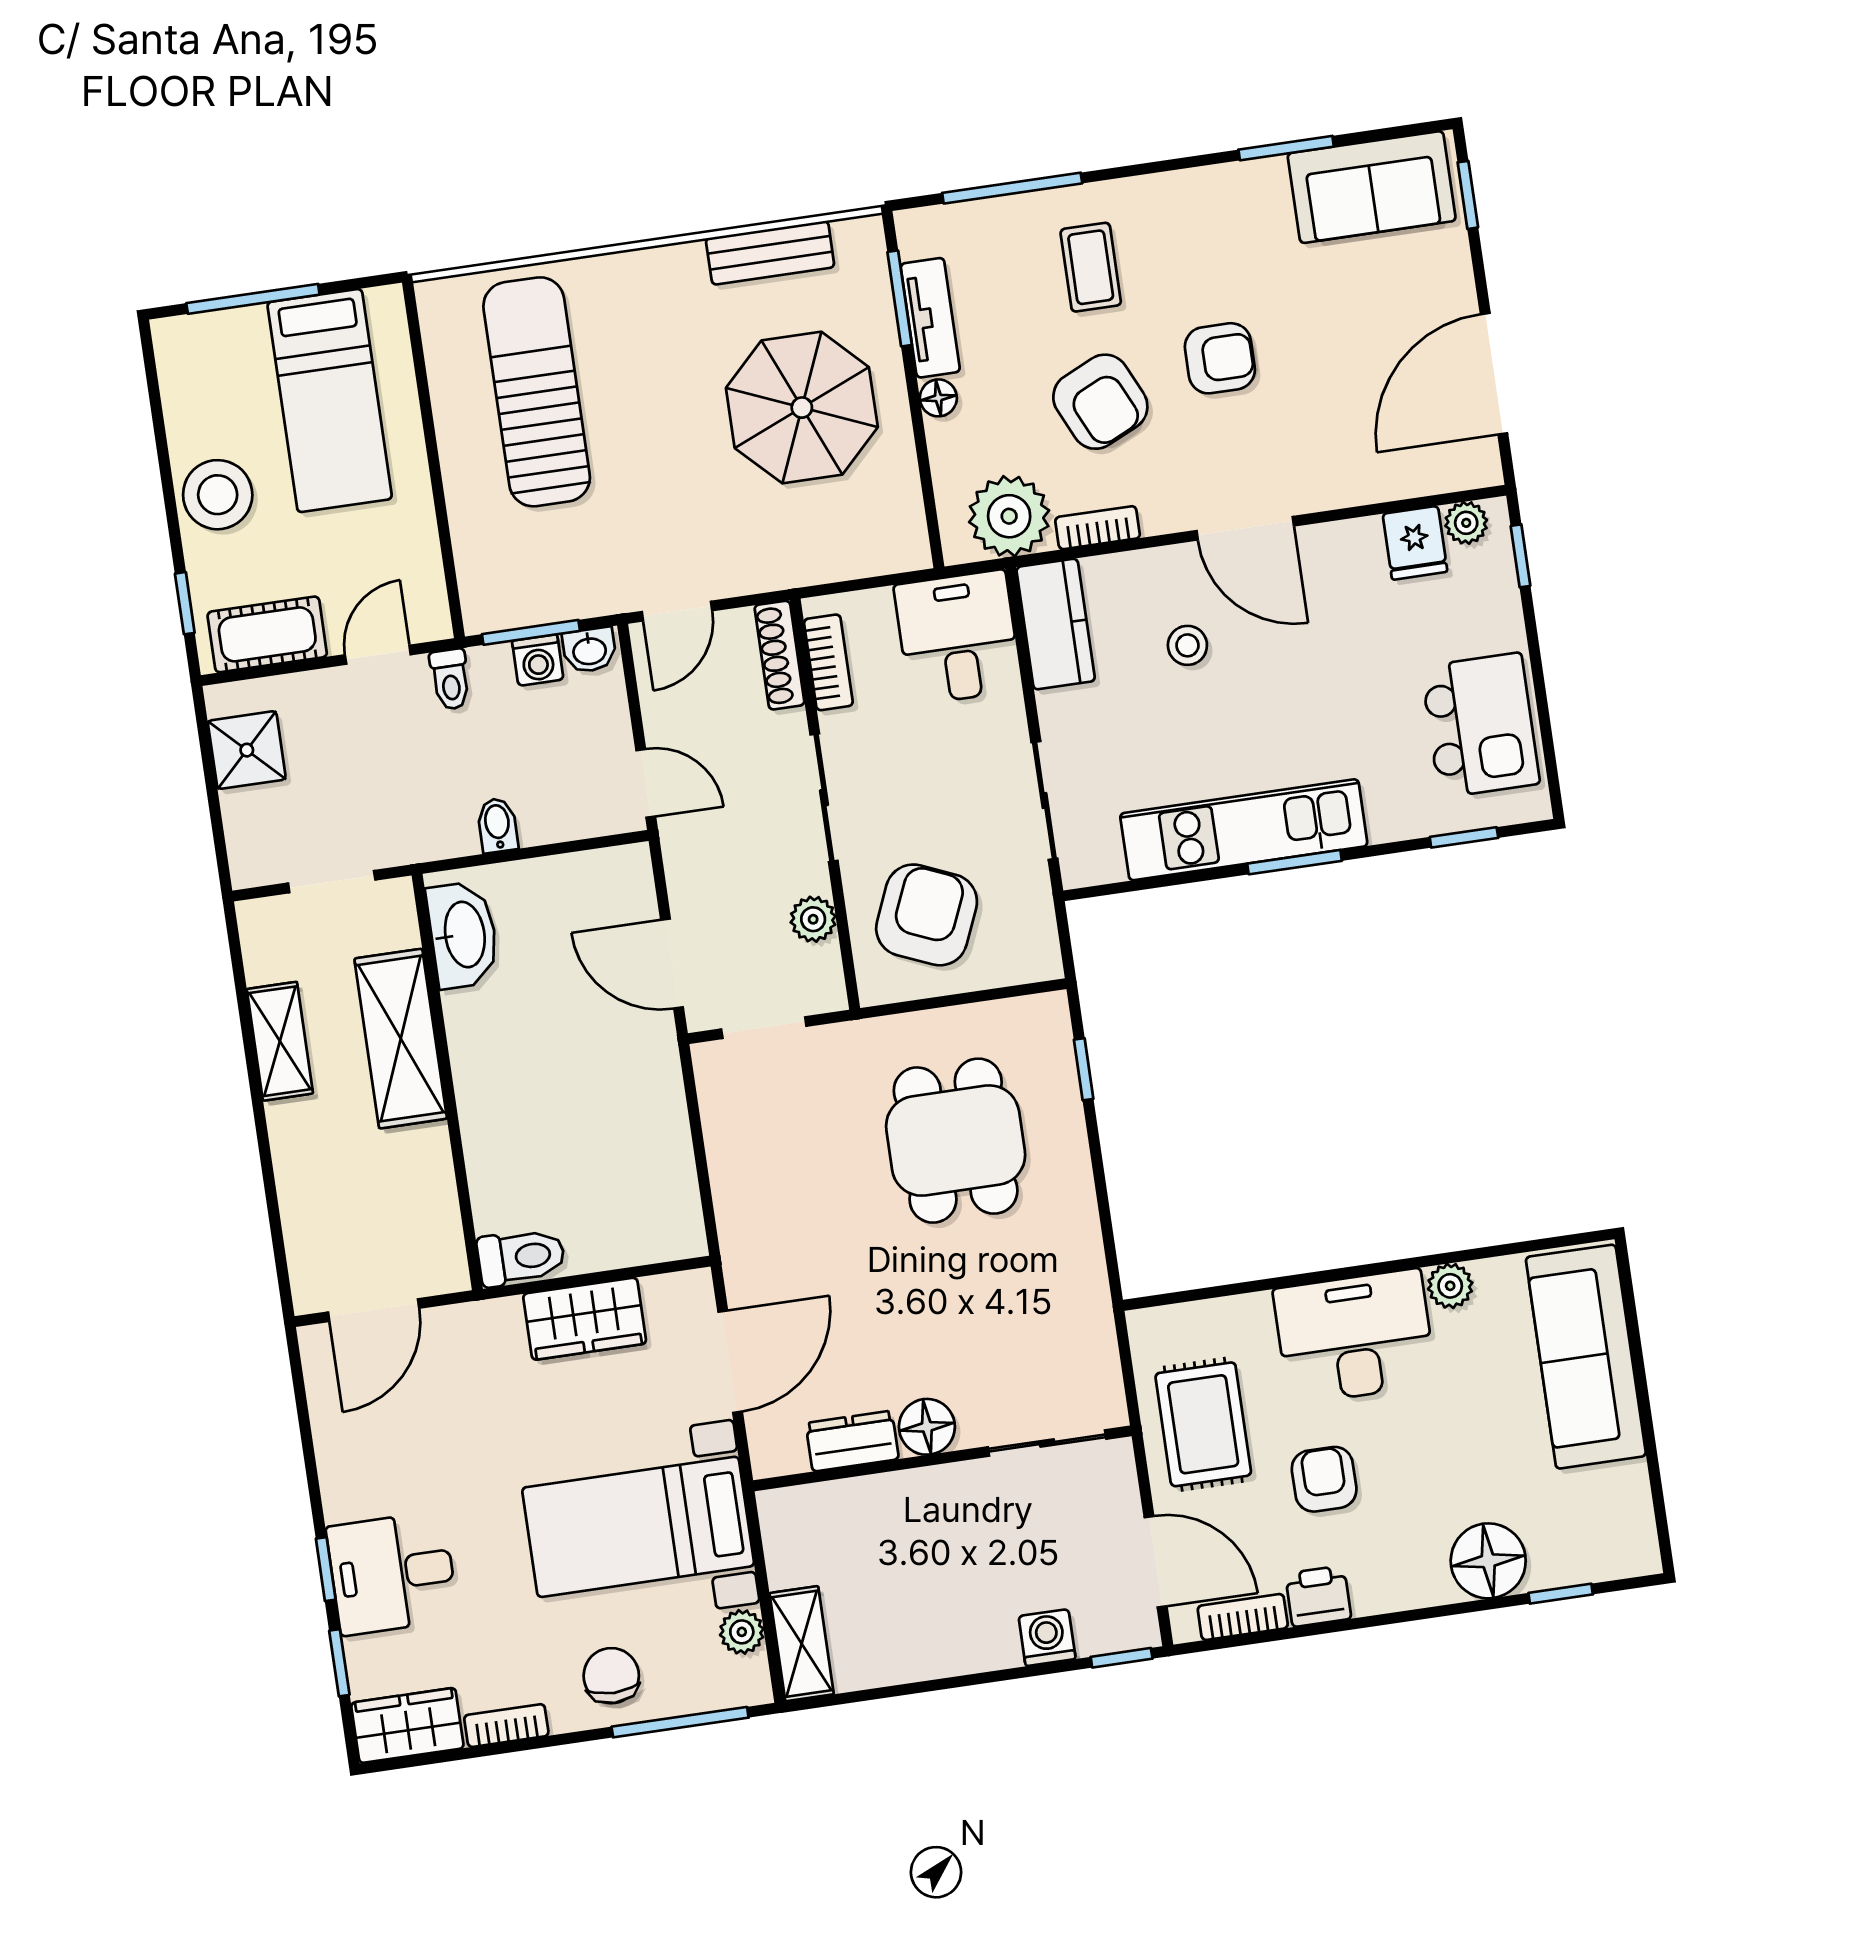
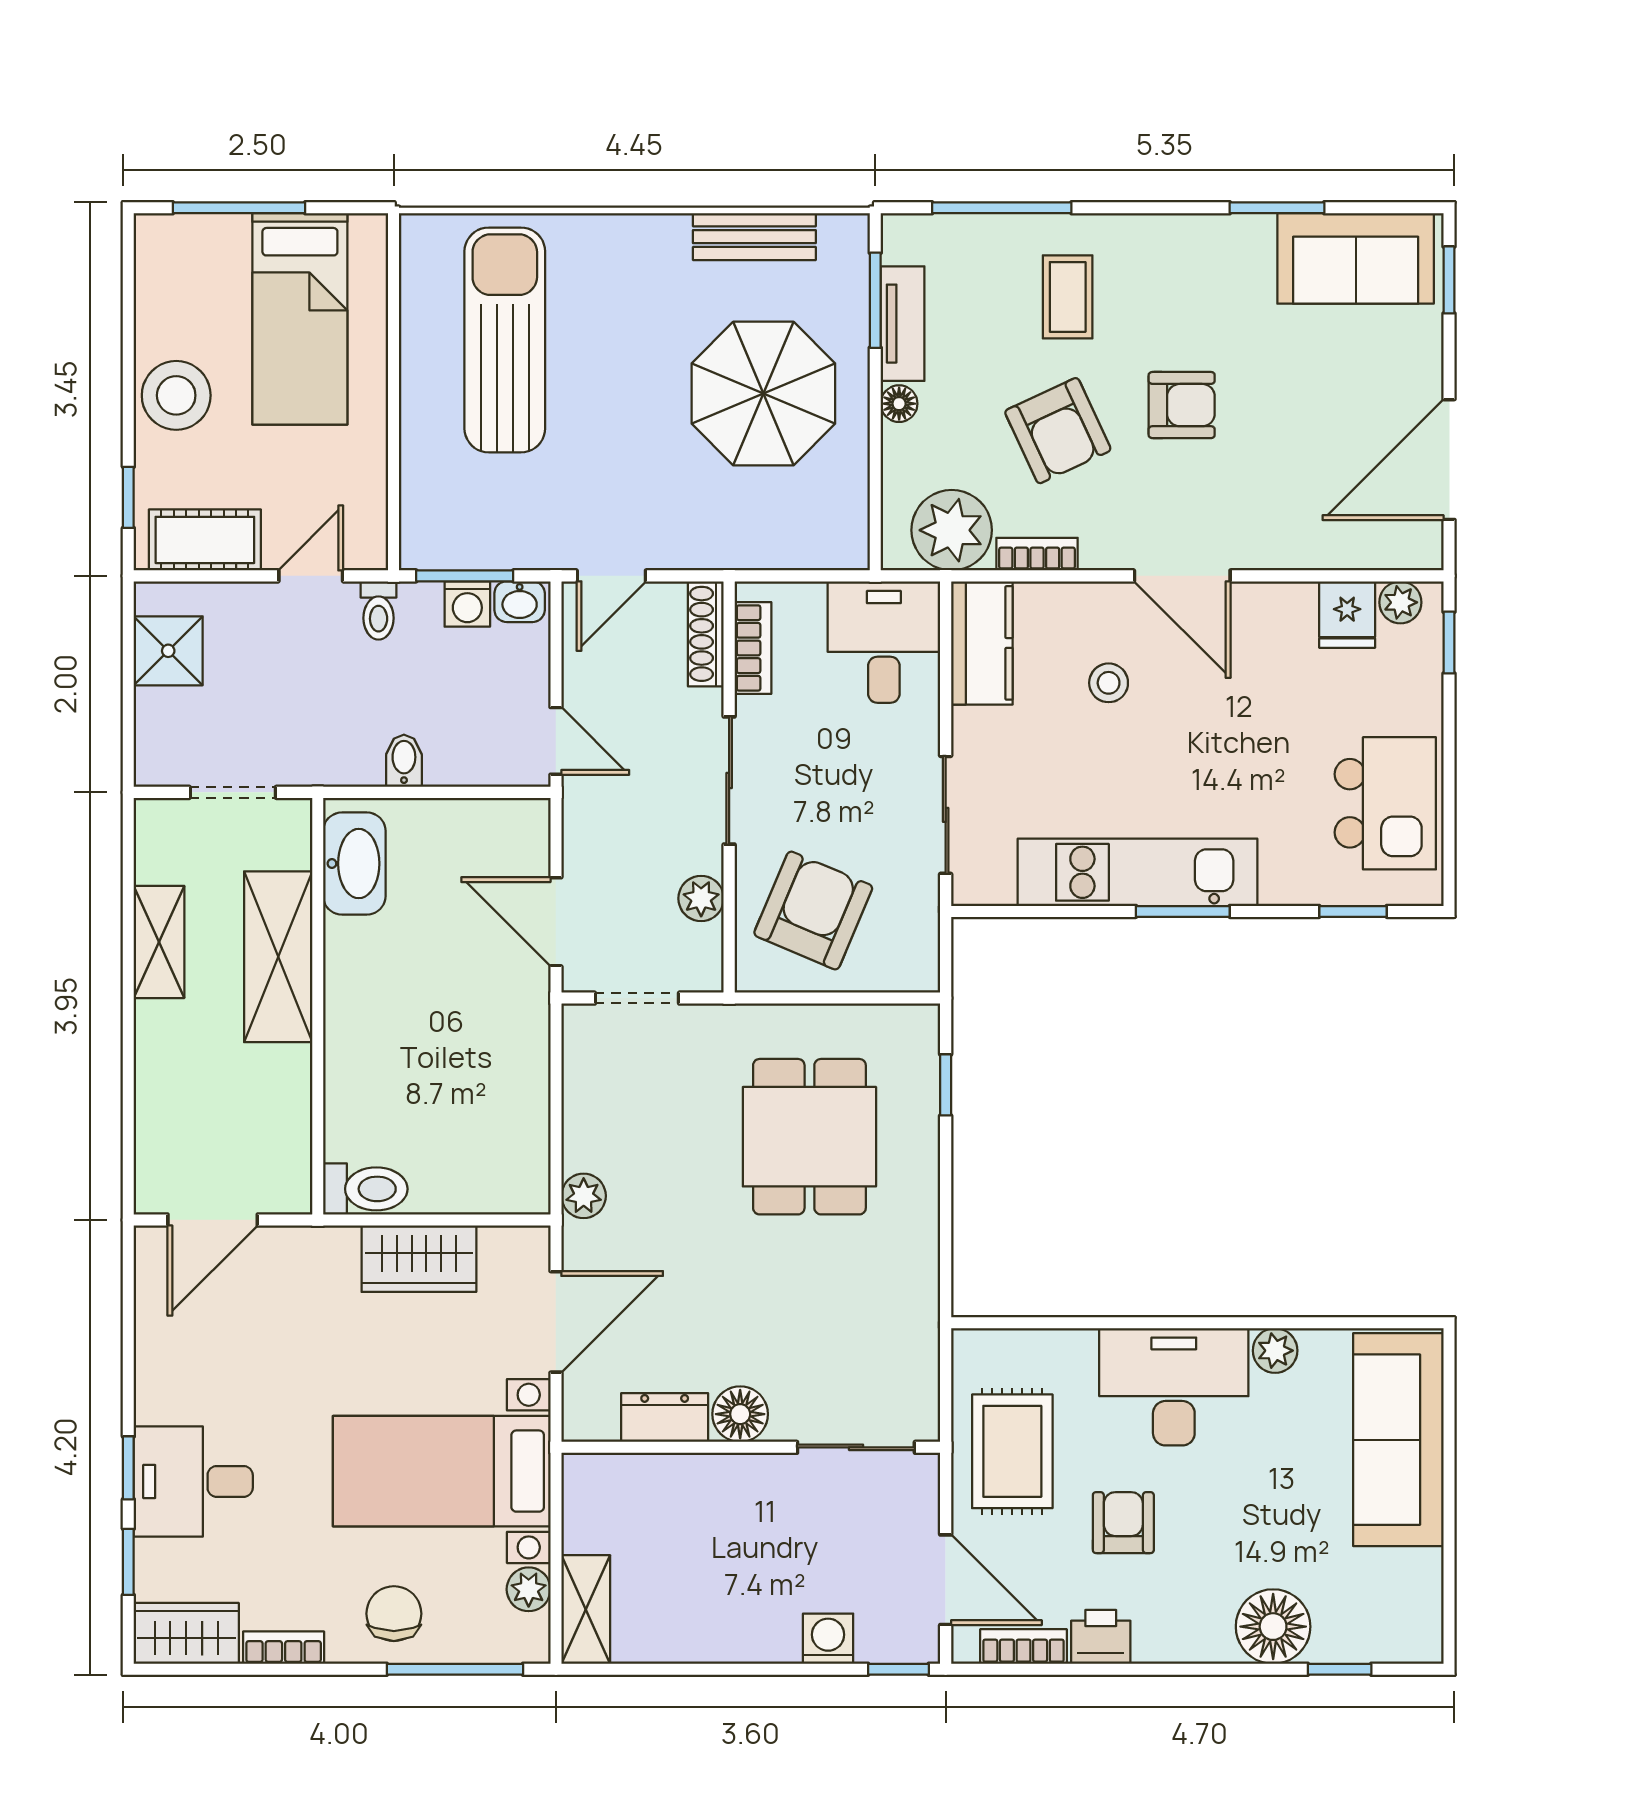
plant: (739, 1232) -> (584, 1196), added

